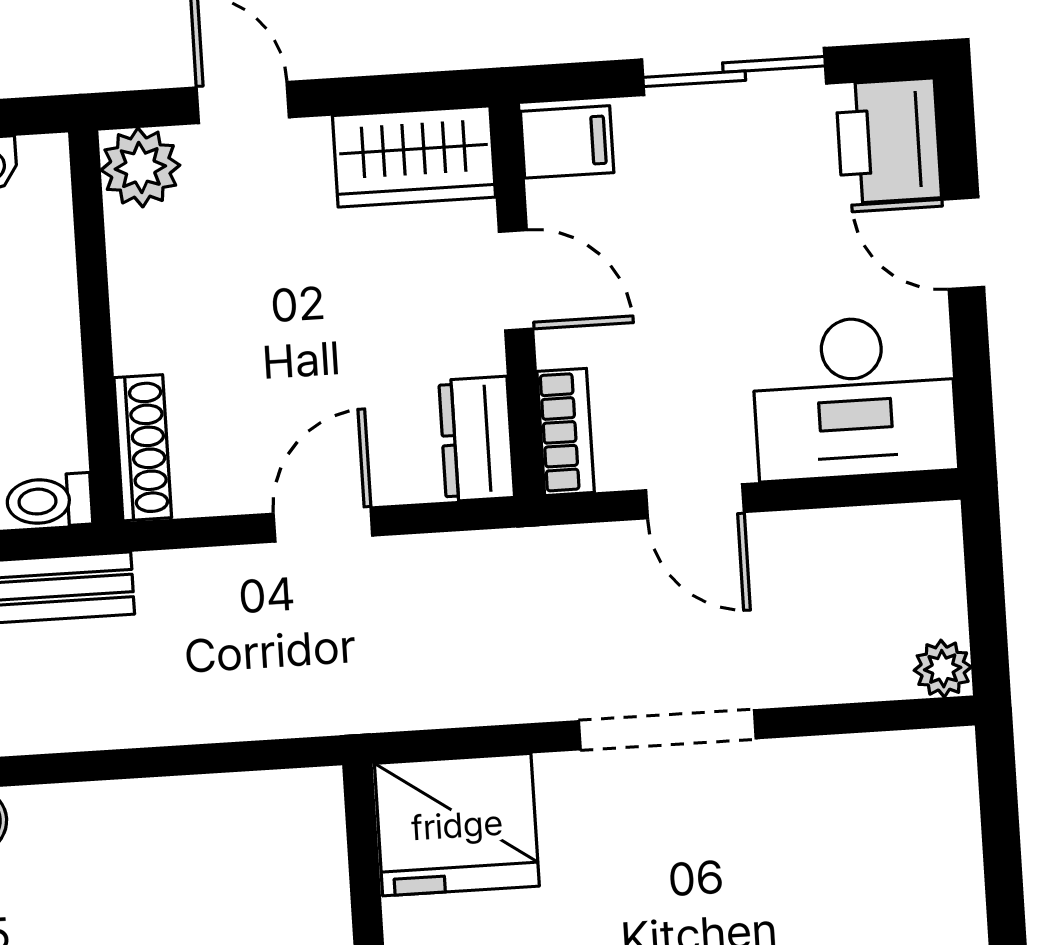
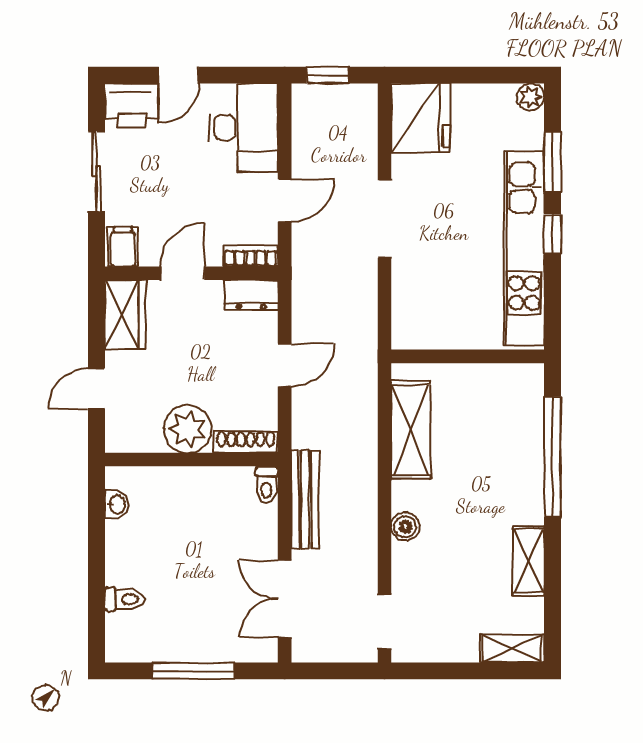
plant: (140, 168) -> (188, 429), moved, width x1.36, depth x1.36
door: (323, 525) -> (285, 365), swing flipped
window: (985, 581) -> (328, 75), added
plant: (943, 669) -> (365, 96), removed
shelving: (194, 819) -> (411, 430), added
fridge: (457, 825) -> (420, 118), moved

